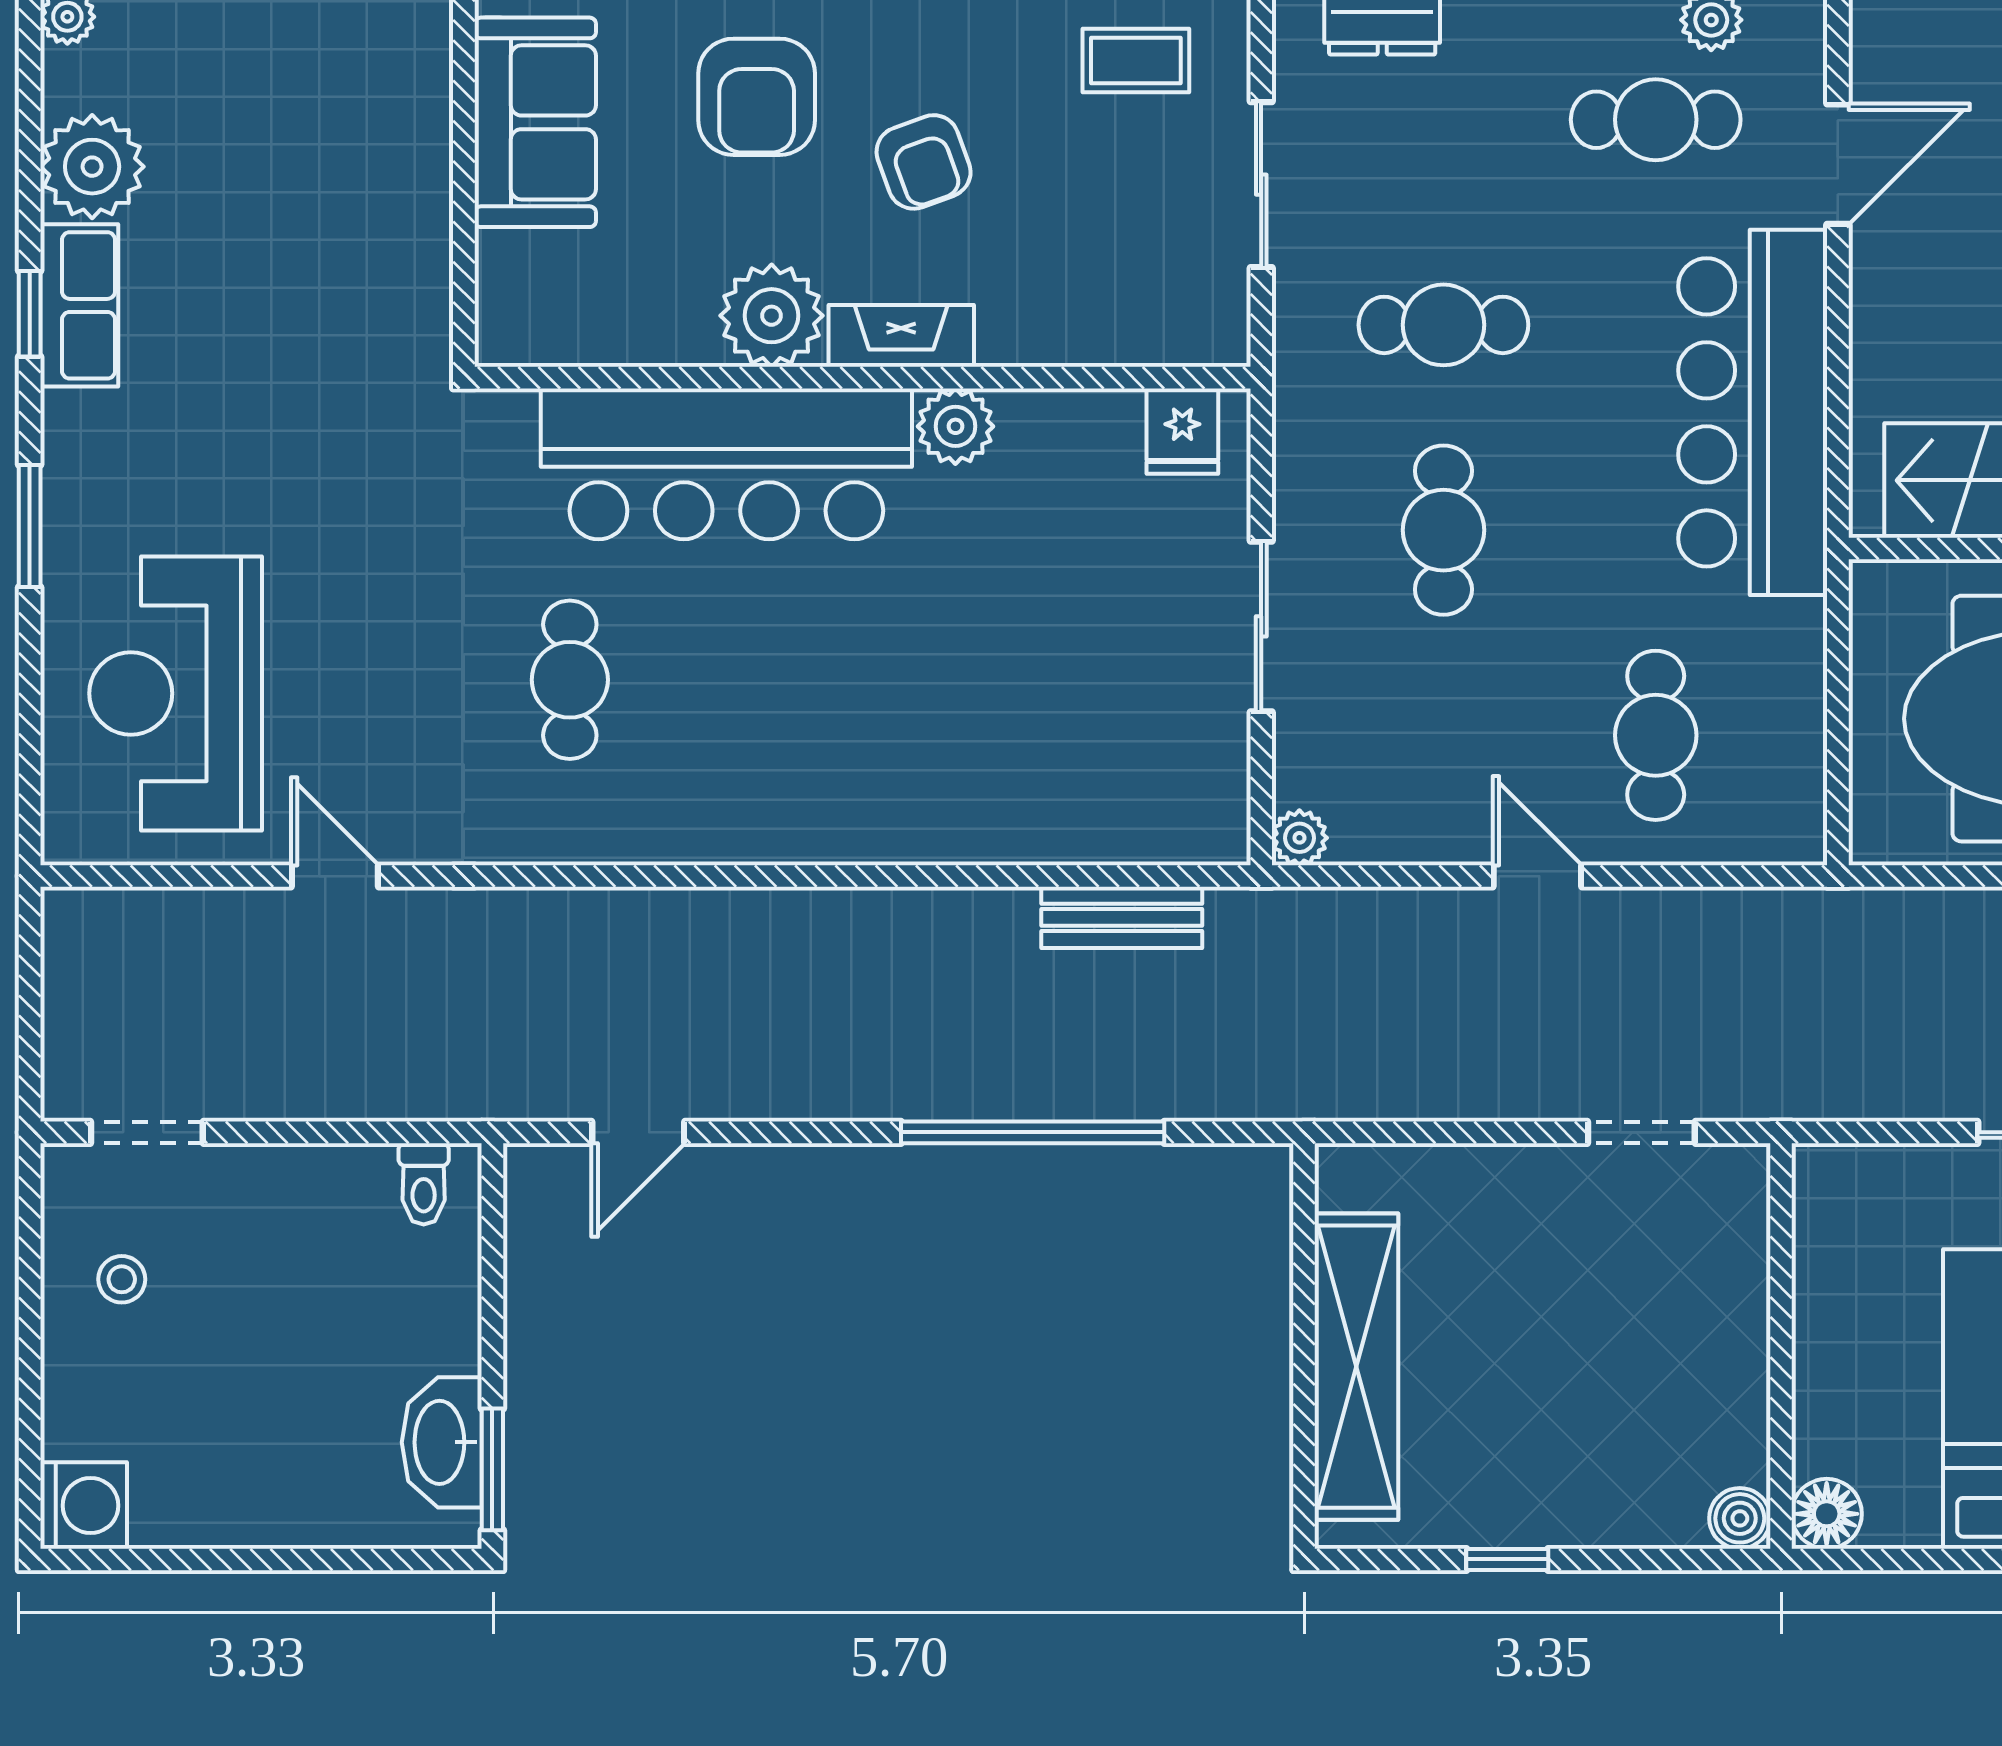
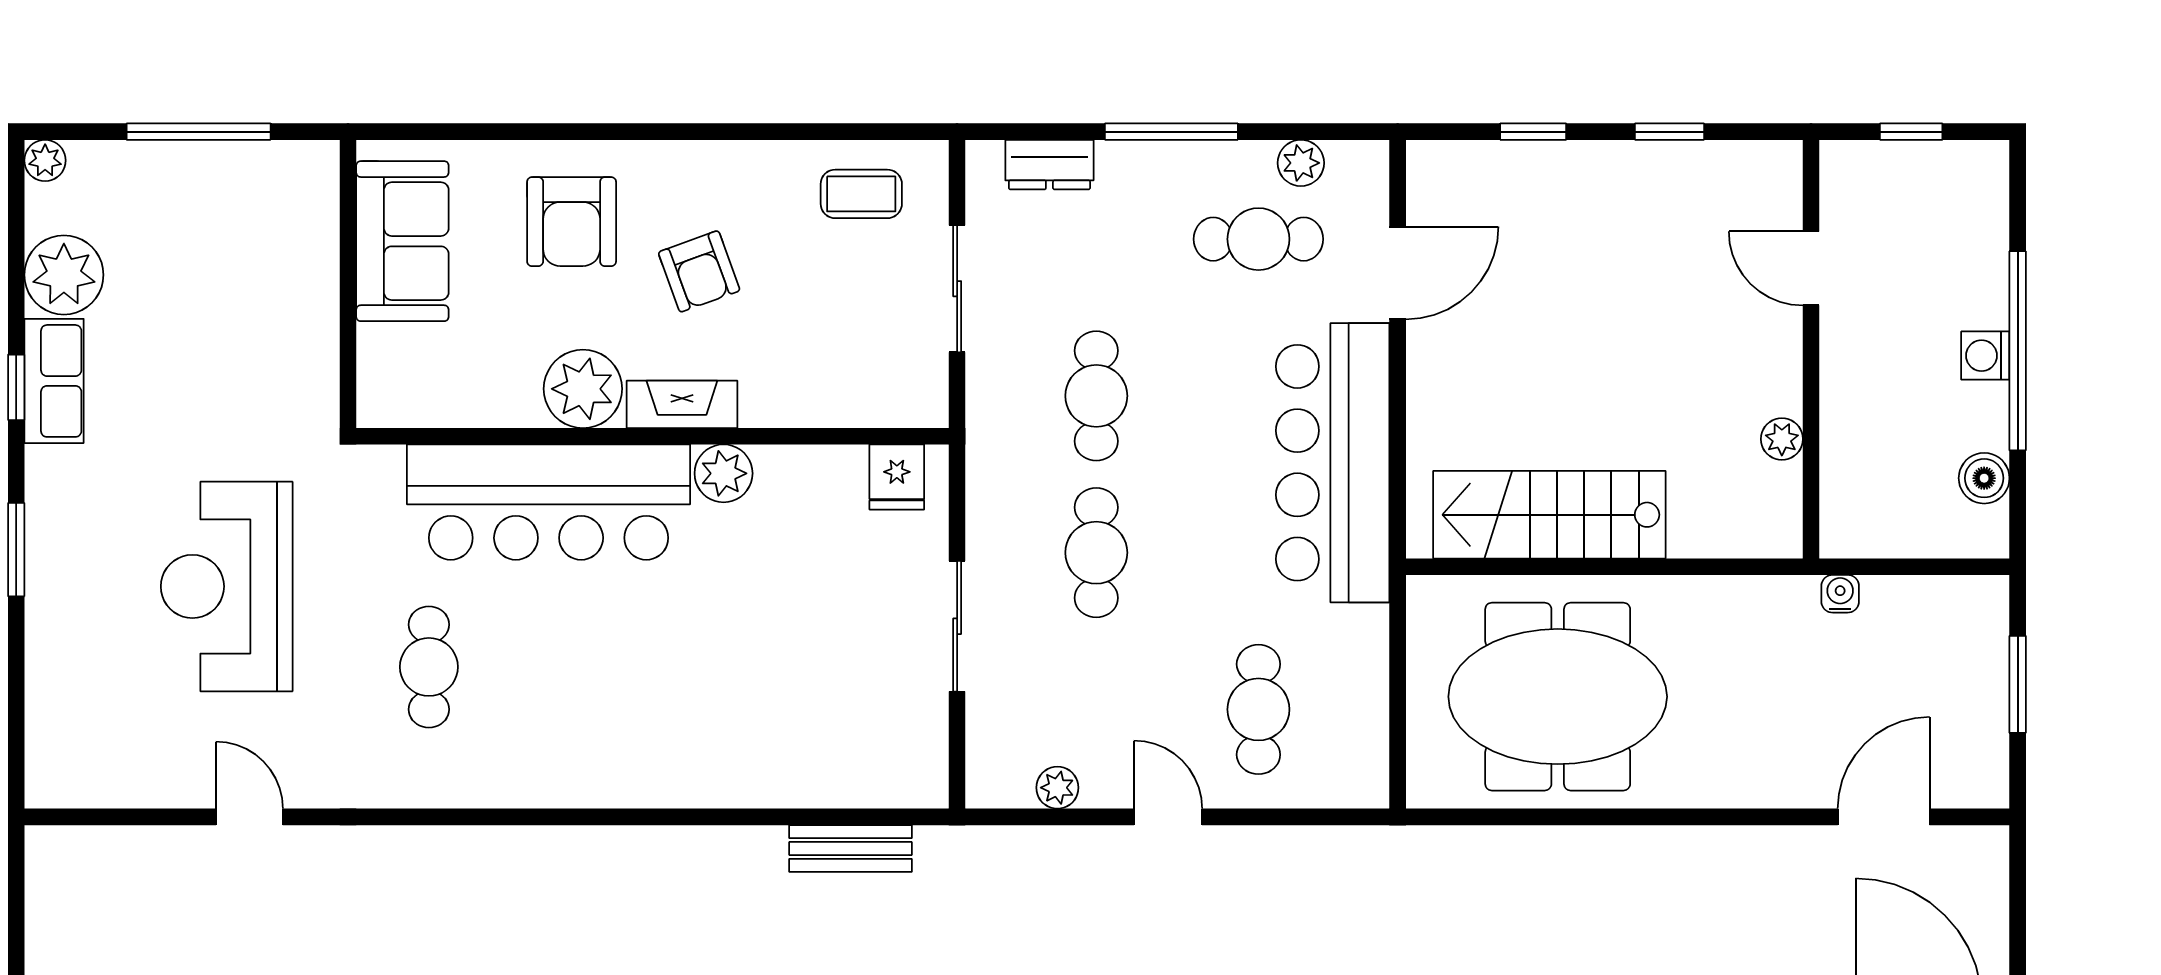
cafe table: (1443, 325) -> (1096, 396), turned 90
reception desk: (176, 693) -> (227, 586), moved
plant: (1299, 838) -> (1057, 788), moved

